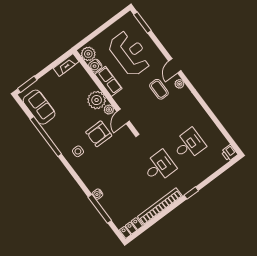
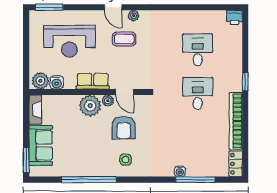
reception desk: (130, 53) -> (69, 41), turned 180
row of seats: (108, 81) -> (93, 81), moved
sofa: (39, 107) -> (41, 145), moved, turned 90

